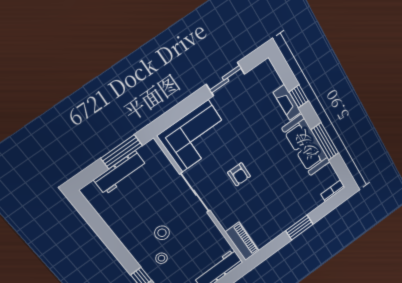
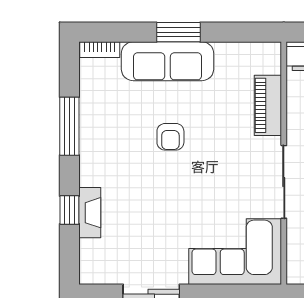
sofa: (306, 145) -> (168, 61), moved, turned 90
armchair: (239, 174) -> (170, 137), moved, turned 180
piano: (242, 241) -> (268, 105), moved

